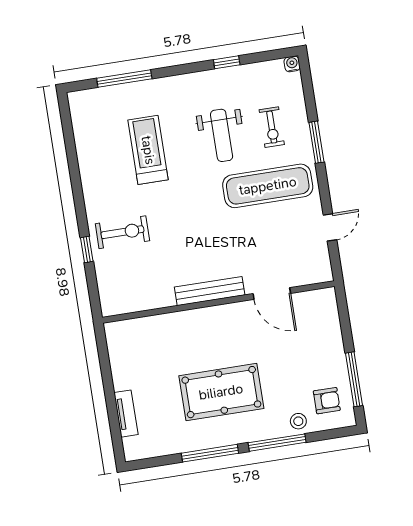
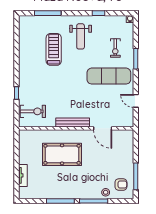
weight bench: (222, 135) -> (81, 36), moved
door: (330, 227) -> (136, 101), swing flipped
exercise bike: (122, 232) -> (33, 111), moved
pool table: (221, 392) -> (62, 154), moved

